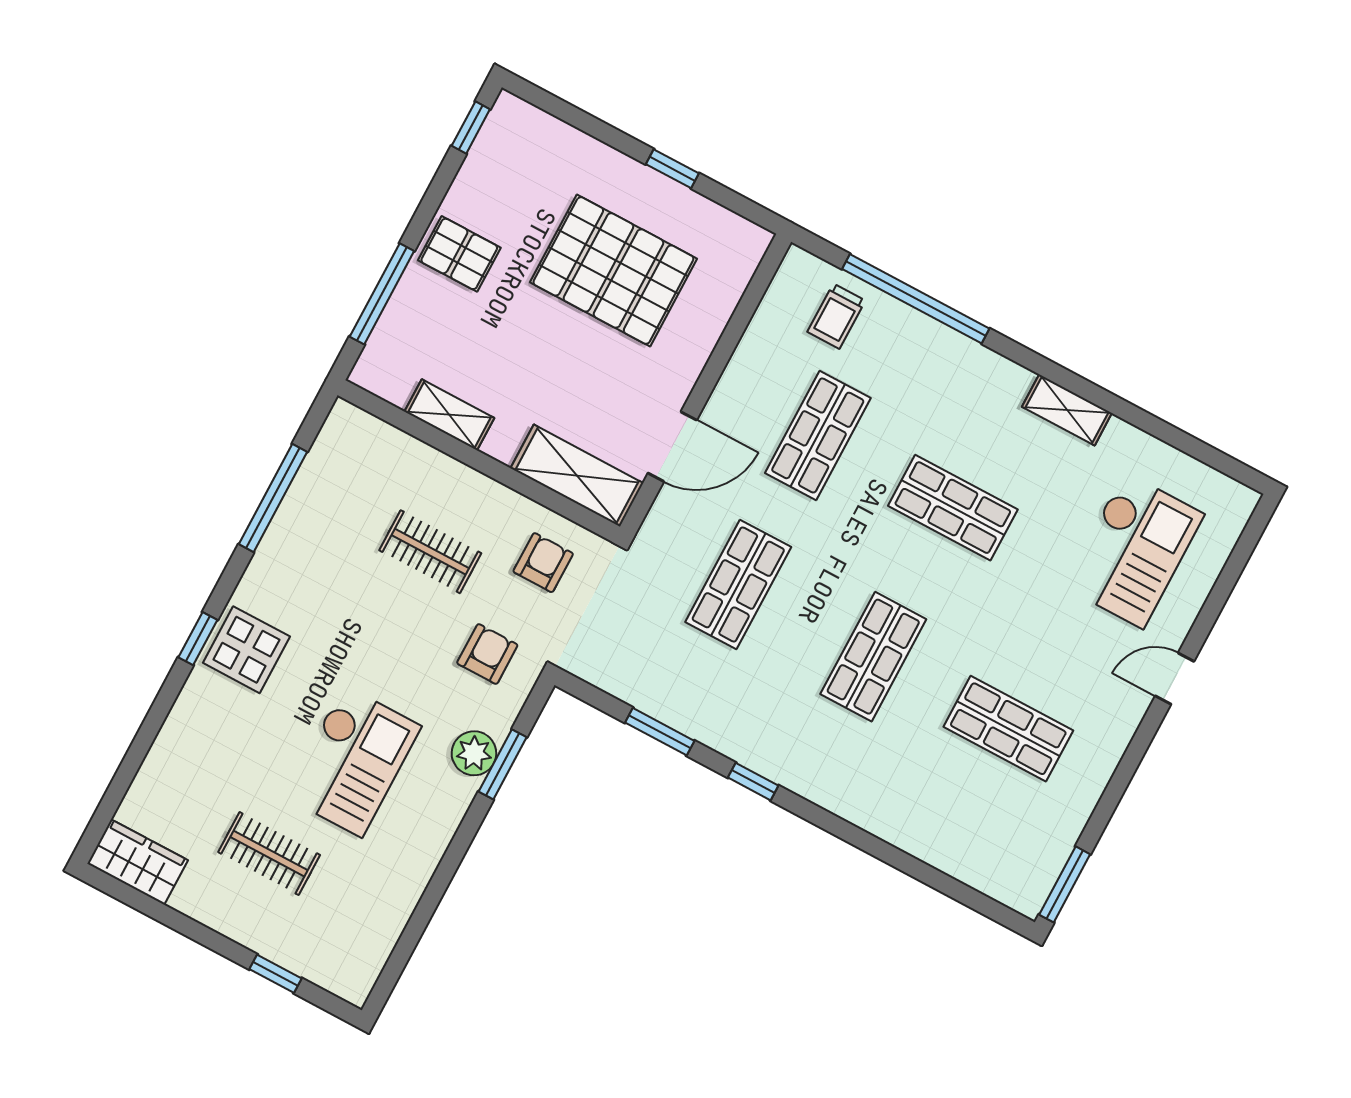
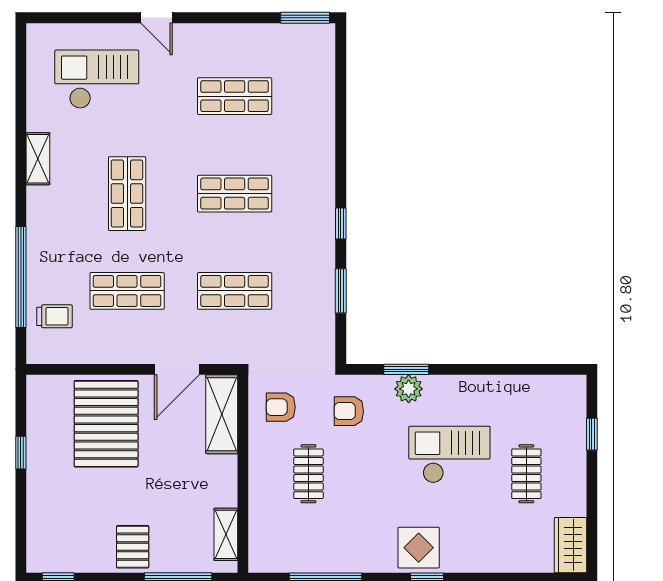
pallet: (613, 270) -> (106, 424), moved
shelving: (449, 415) -> (226, 534), moved
door: (672, 447) -> (177, 369), swing flipped
shop shelf: (1008, 729) -> (235, 96), turned 90

